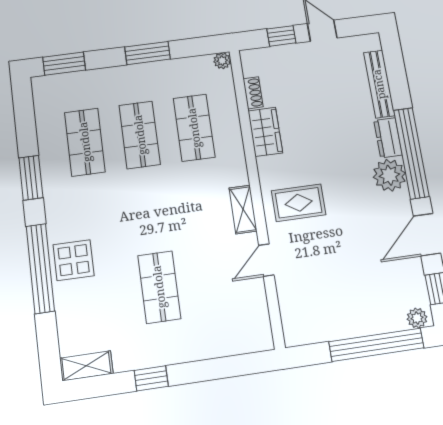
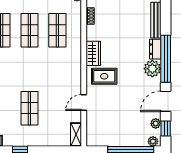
wardrobe: (265, 132) -> (93, 53), moved
shelving: (243, 209) -> (76, 135), moved
plant: (416, 281) -> (156, 123), added

